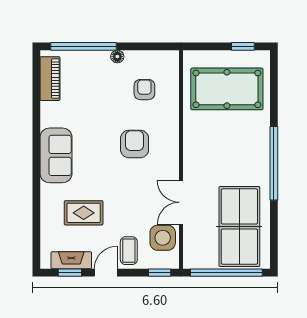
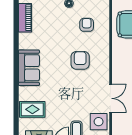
double door: (181, 202) -> (111, 98), swing flipped
rug: (84, 213) -> (32, 109), moved

